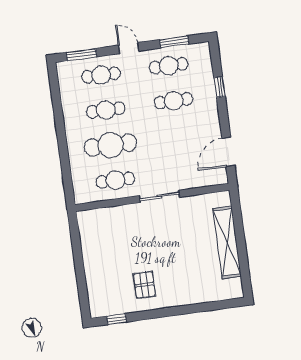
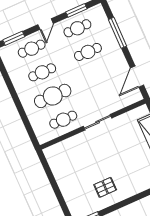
door: (129, 48) -> (46, 24), swing flipped
window: (220, 87) -> (117, 33), width x2.17
pallet: (145, 285) -> (105, 187), turned 90

